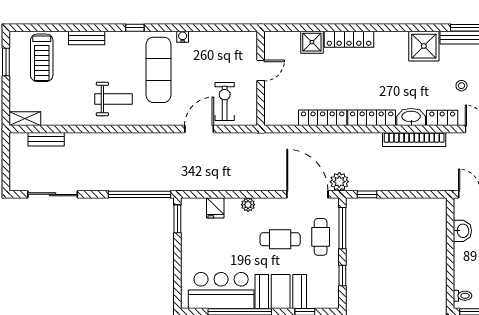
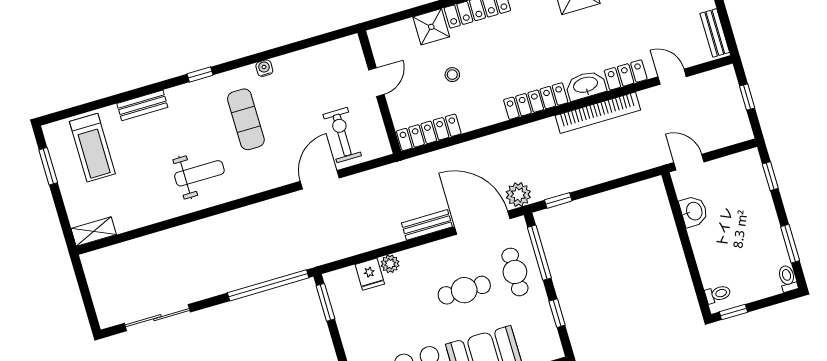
exercise mat: (158, 70) -> (246, 119), width x0.73, depth x0.69
stool: (461, 86) -> (452, 75), moved
locker: (323, 118) -> (429, 132), moved
bench: (46, 139) -> (427, 225), moved
plant: (248, 205) -> (390, 264), moved

